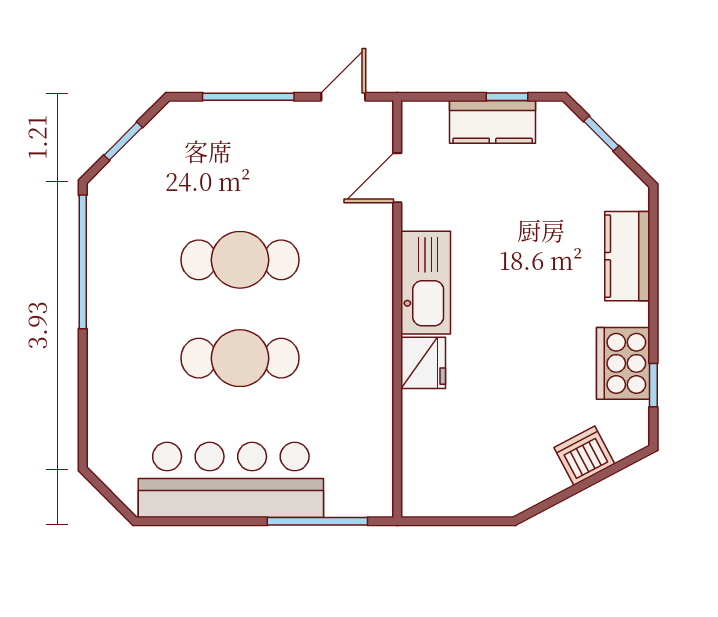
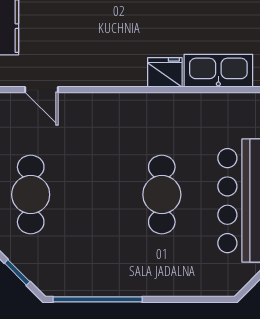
cafe table: (240, 260) -> (31, 195), moved
kitchen sink: (426, 283) -> (218, 71), moved

